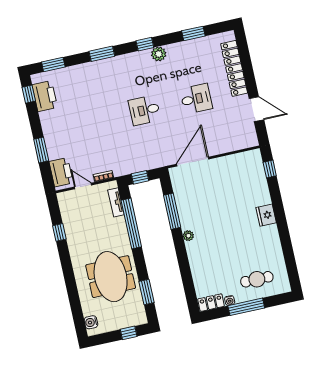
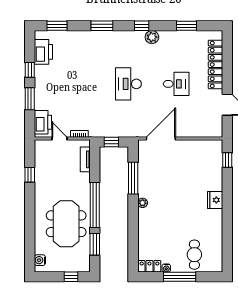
window: (29, 94) -> (30, 70), moved
desk: (145, 110) -> (128, 84), width x1.37
window: (131, 223) -> (95, 205), moved
cafe table: (257, 279) -> (194, 255), turned 90

